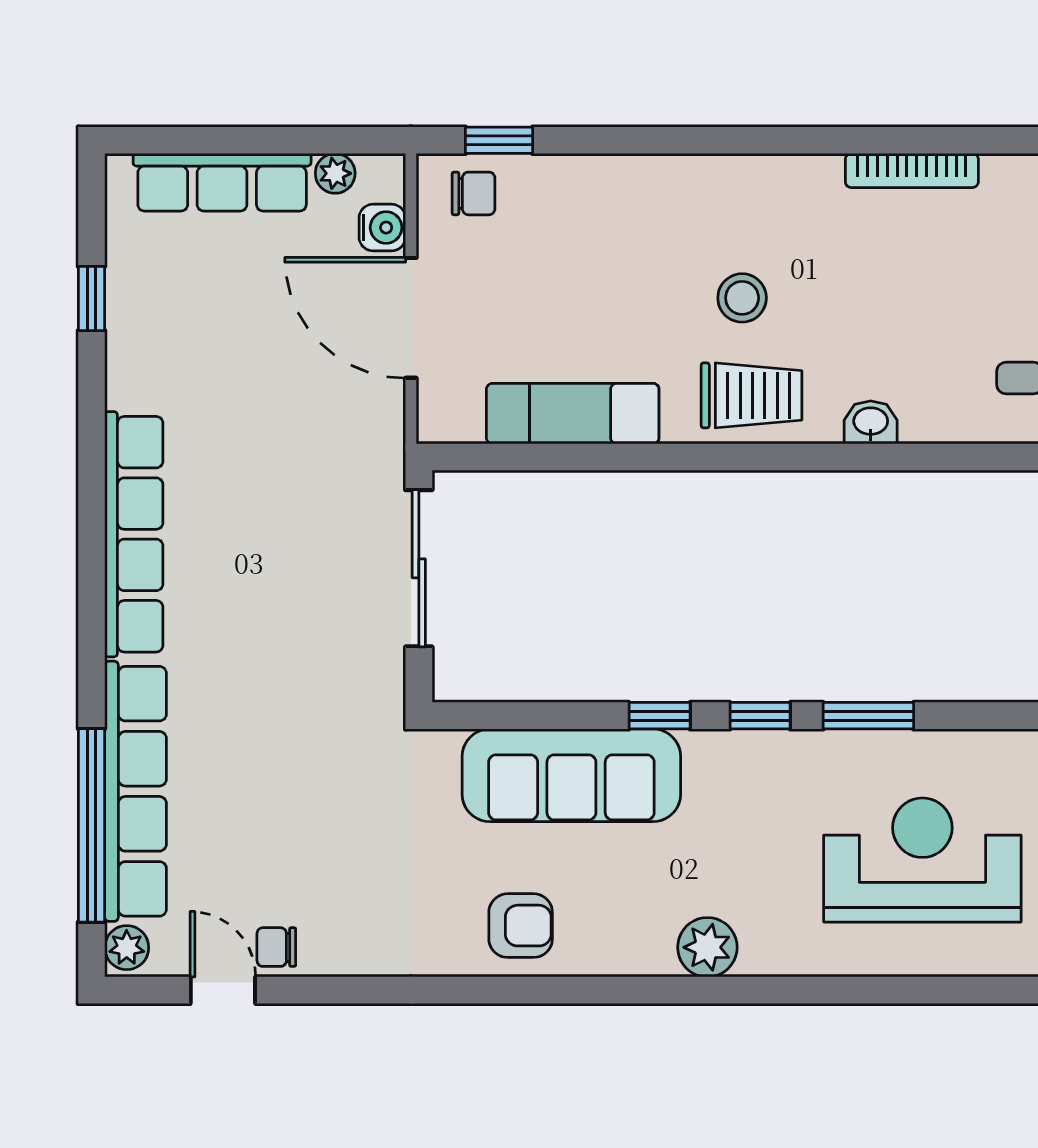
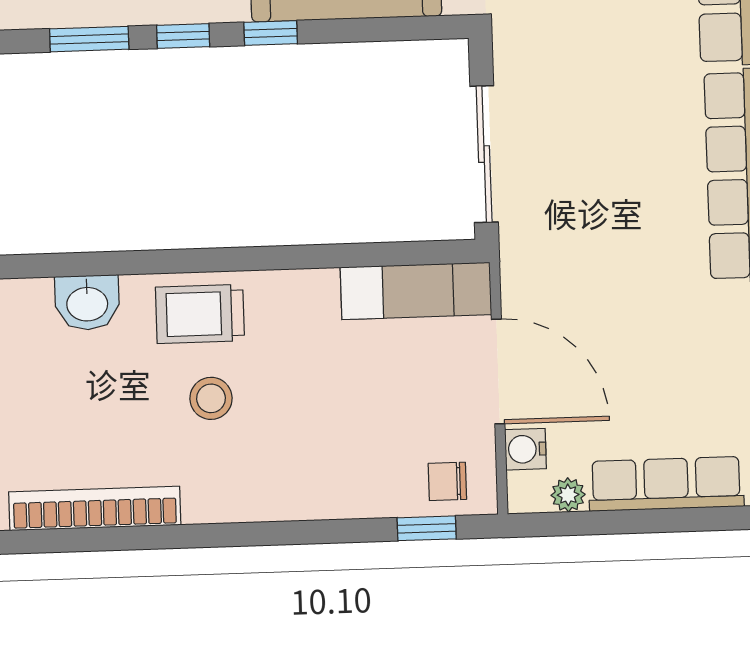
bookcase: (912, 170) -> (95, 508), width x1.48, depth x1.31
exam couch: (573, 414) -> (416, 291), moved
washbasin: (871, 422) -> (87, 303), width x1.38, depth x1.45

